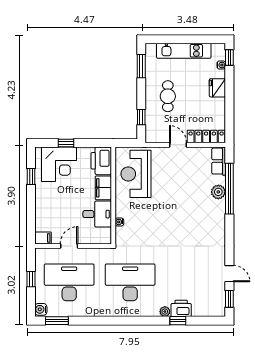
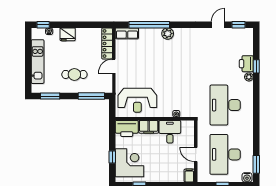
window: (141, 117) -> (91, 96), width x2.17
plant: (218, 192) -> (168, 34), moved

